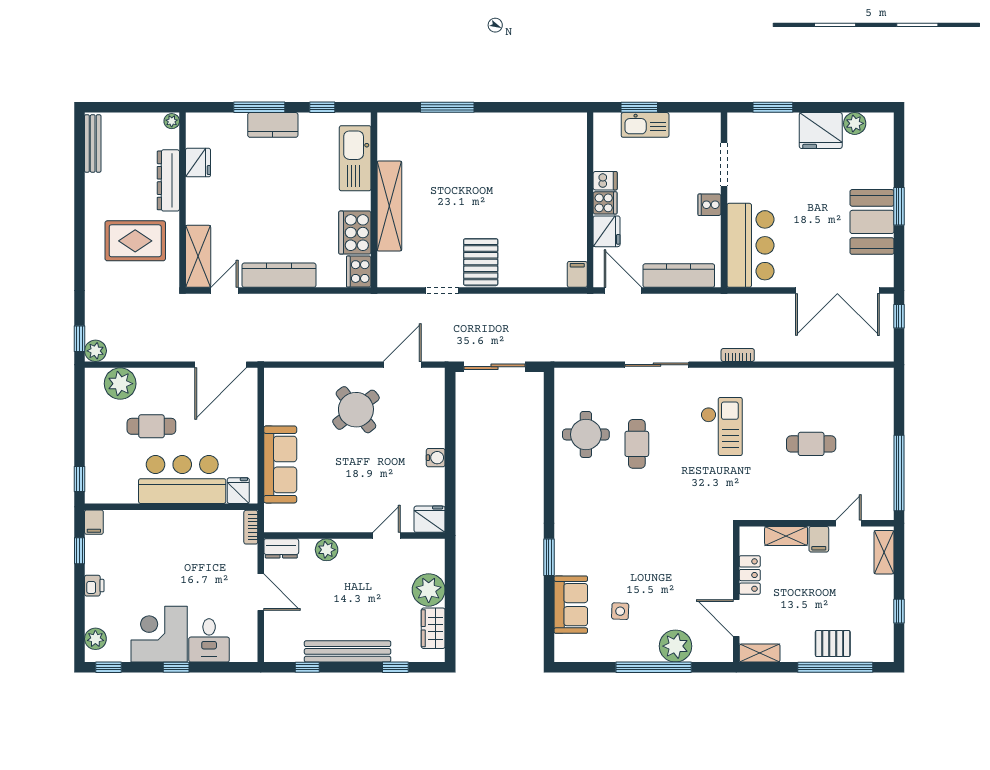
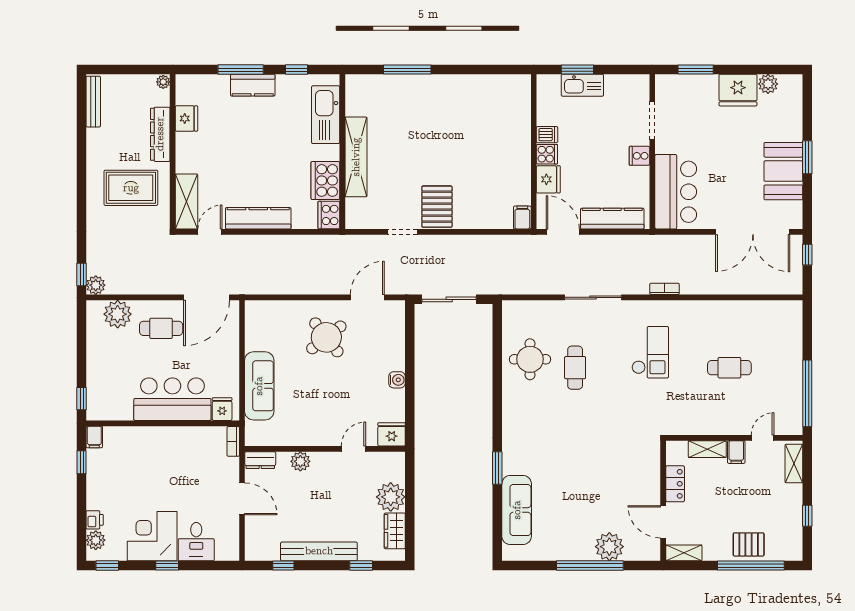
cafe table: (151, 426) -> (161, 328), moved
printer: (94, 586) -> (95, 520), moved
sofa: (571, 605) -> (517, 510), width x1.36
side table: (620, 611) -> (560, 516), removed

